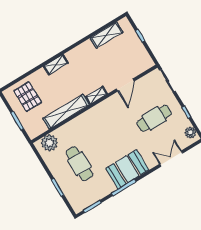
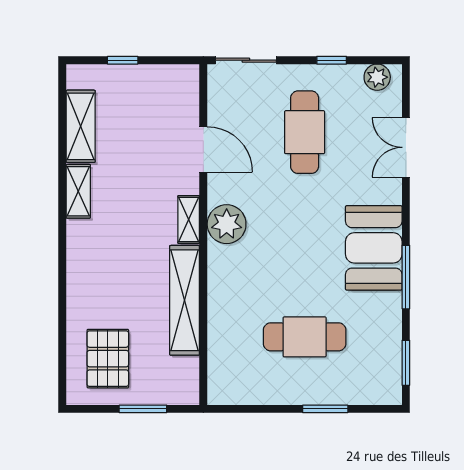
shelving: (56, 65) -> (78, 191), moved
pallet: (28, 97) -> (108, 359), turned 90
plant: (49, 143) -> (227, 224), moved

